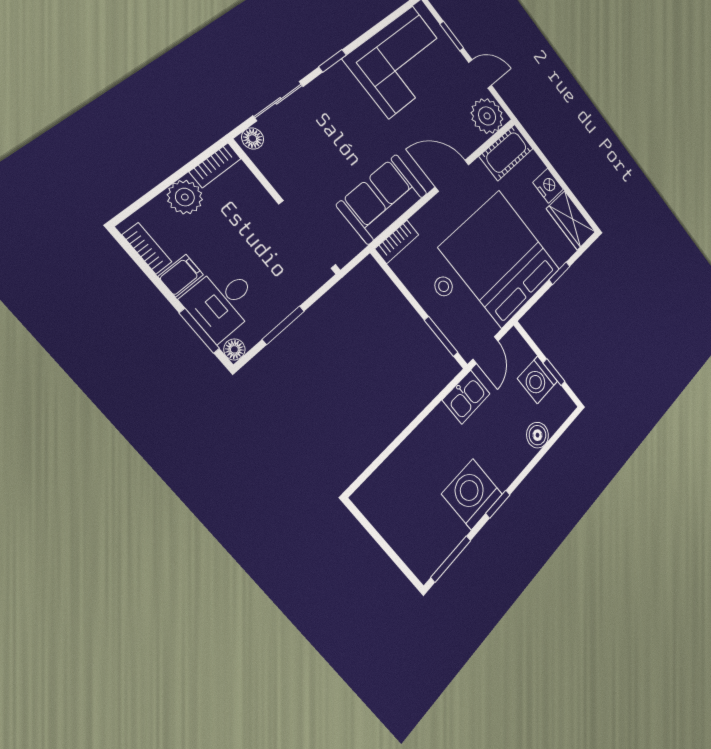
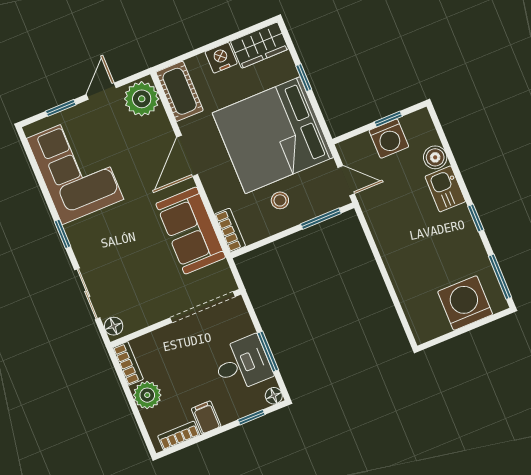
desk: (222, 302) -> (242, 364), moved, turned -90
window: (199, 331) -> (251, 417), width x0.67
kitchen sink: (466, 397) -> (445, 189), moved, turned 180
washing machine: (472, 494) -> (465, 303), moved, turned 90

